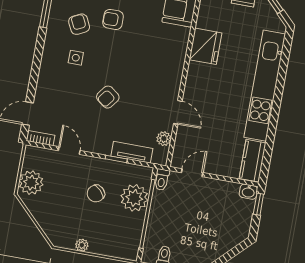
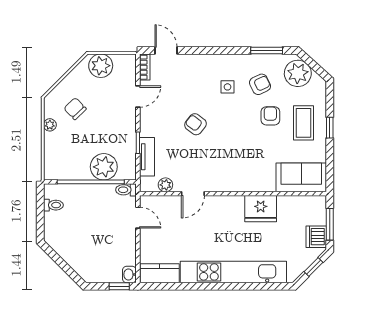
chair: (96, 193) -> (75, 109), moved

